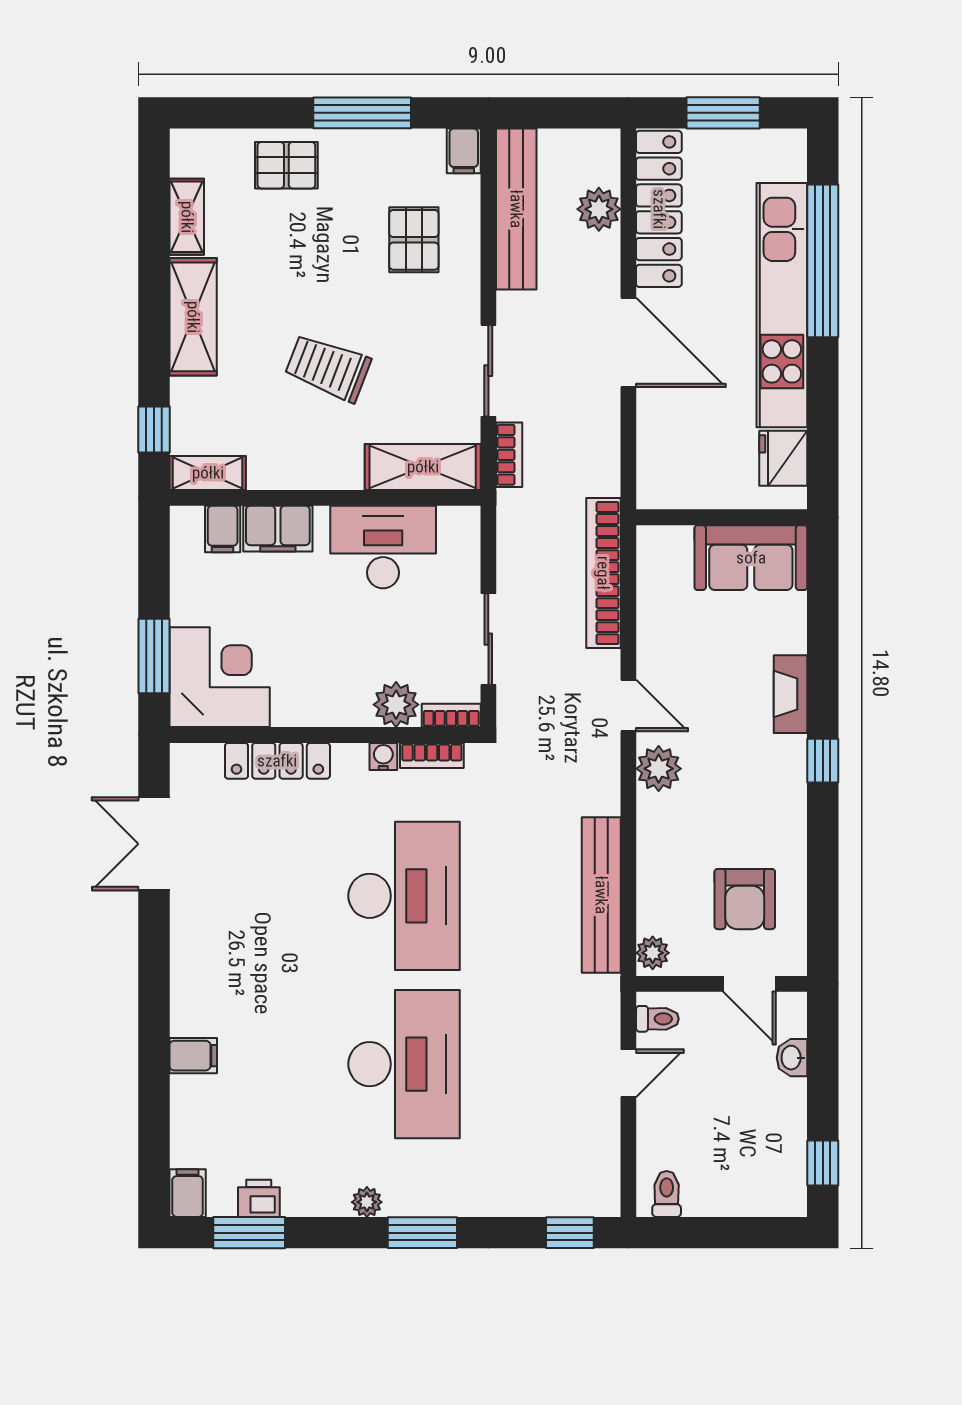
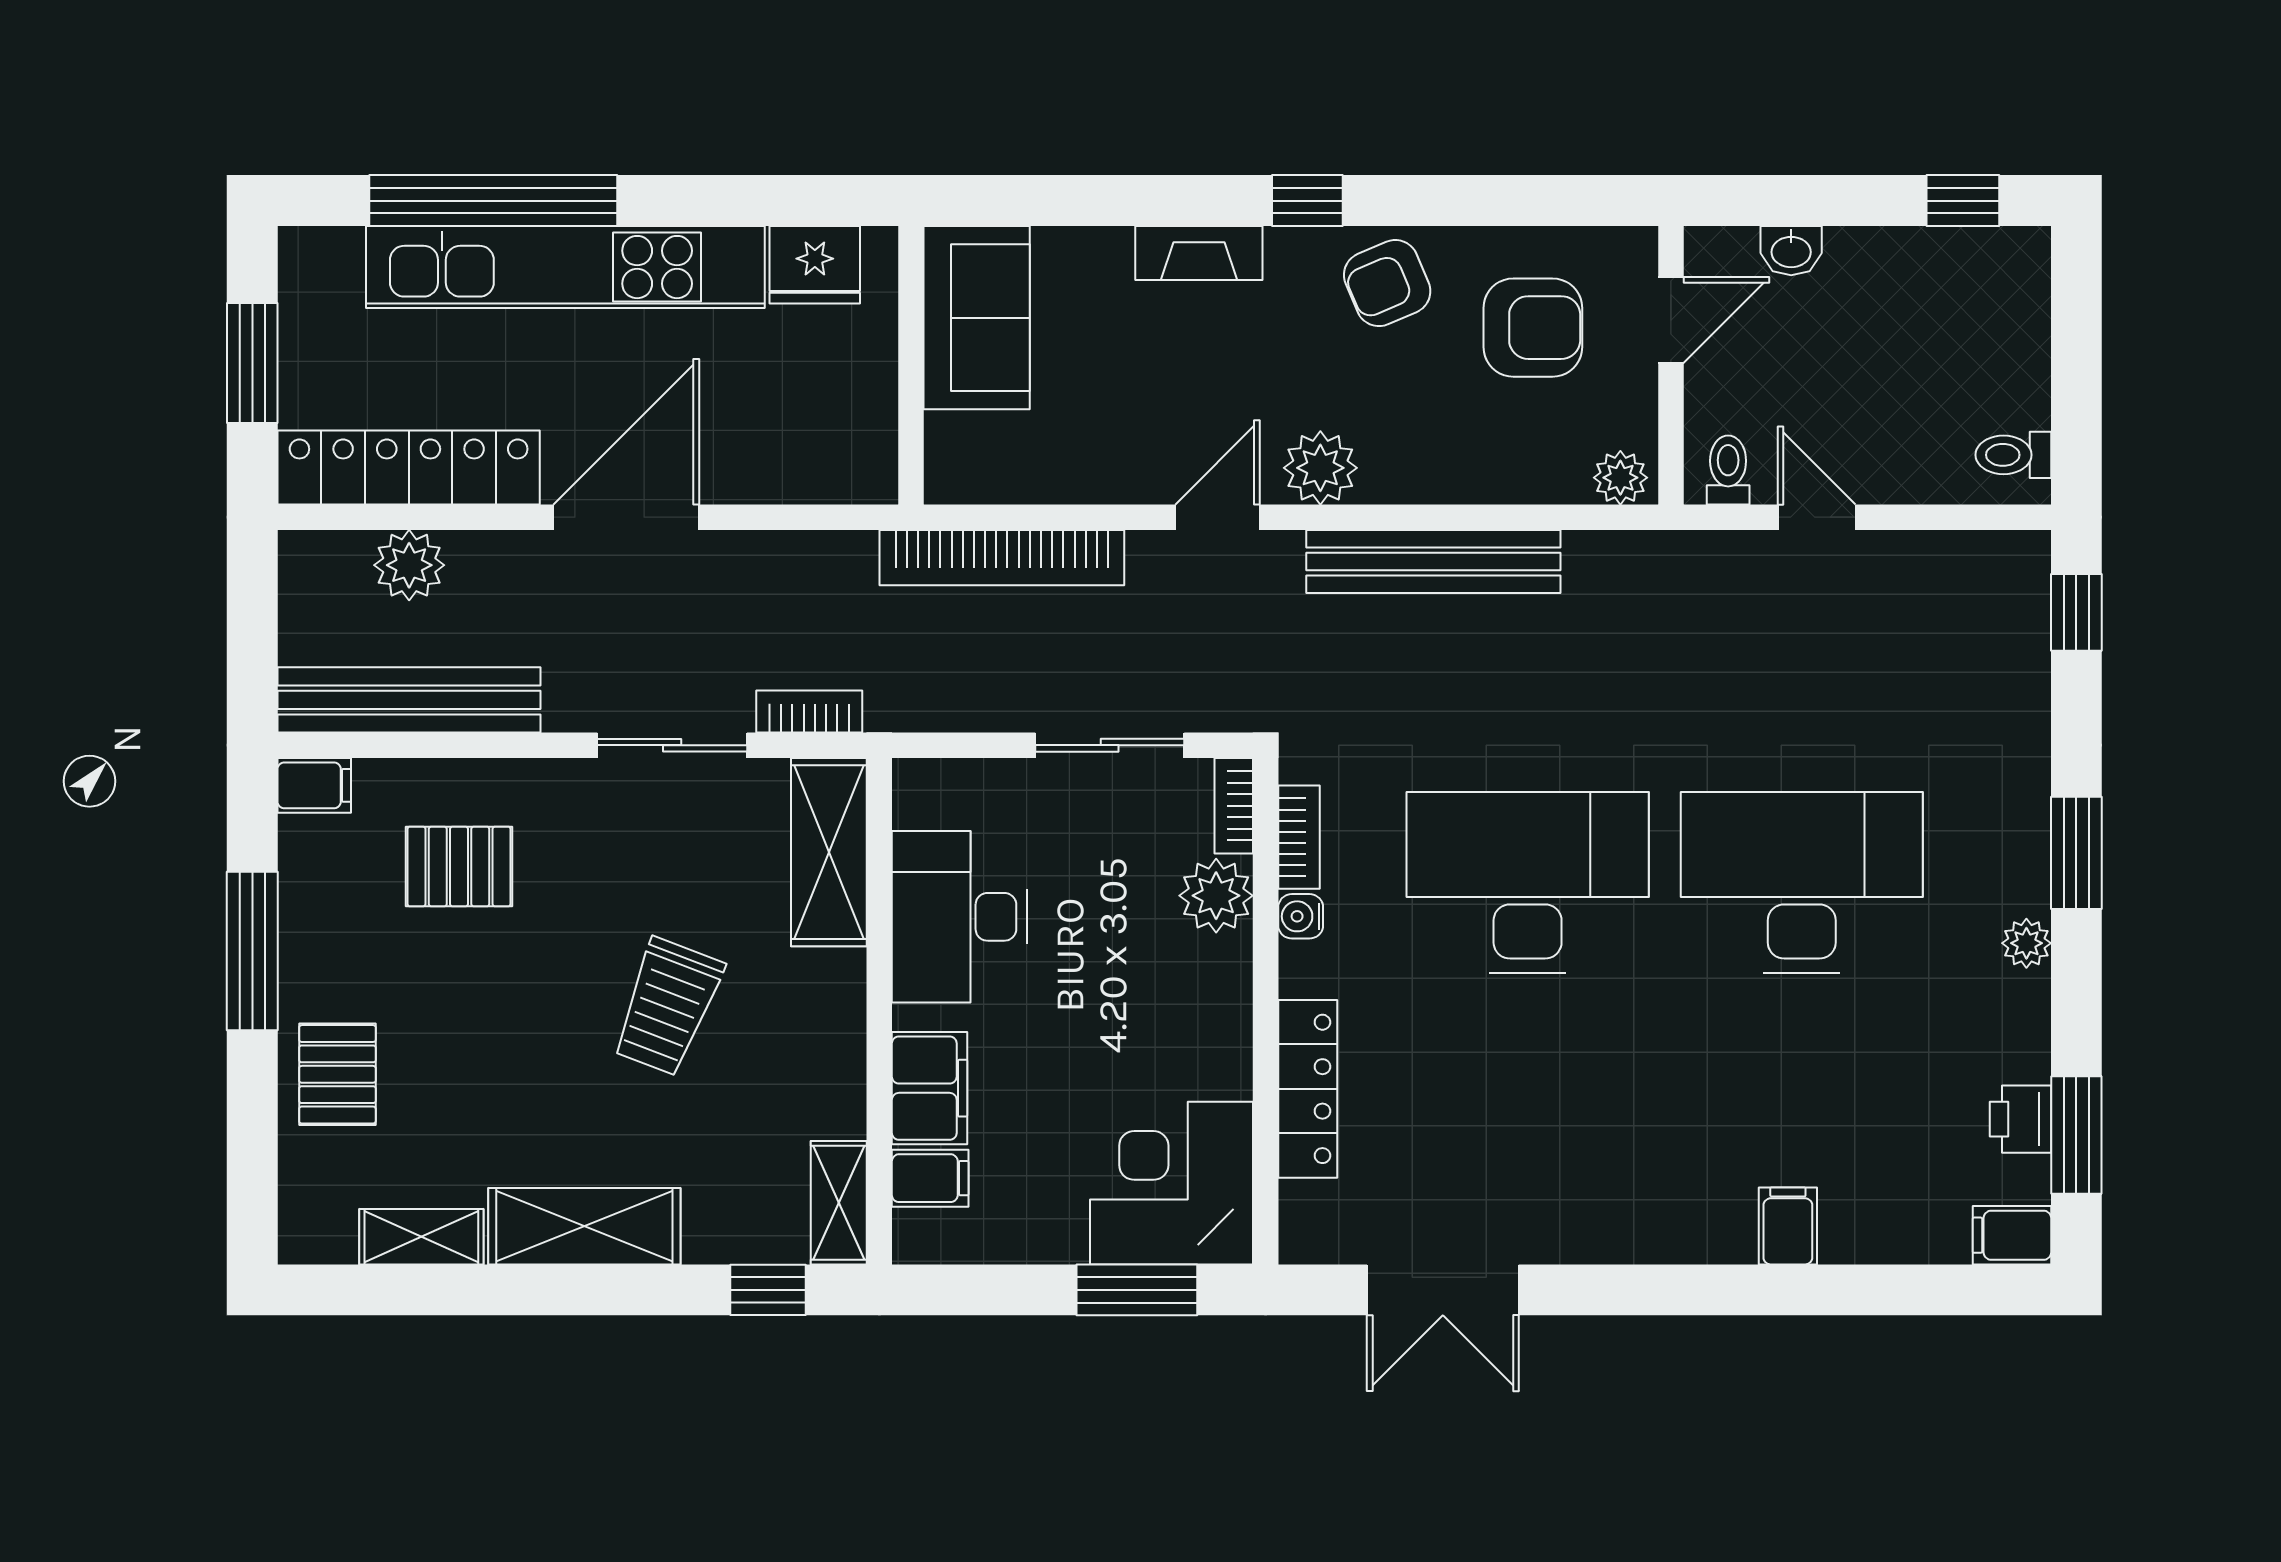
armchair: (772, 810) -> (1387, 283), added
bench: (601, 895) -> (1433, 561), moved

